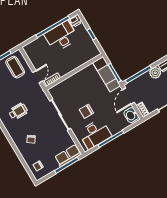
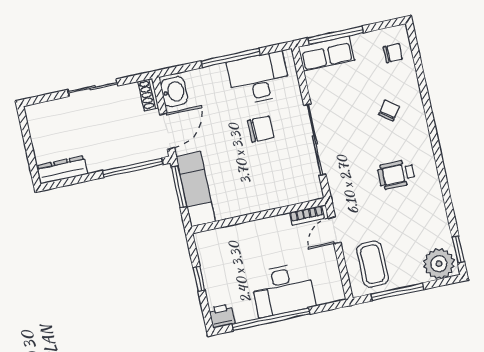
desk: (61, 36) -> (283, 290), moved
plant: (155, 73) -> (98, 160), removed

